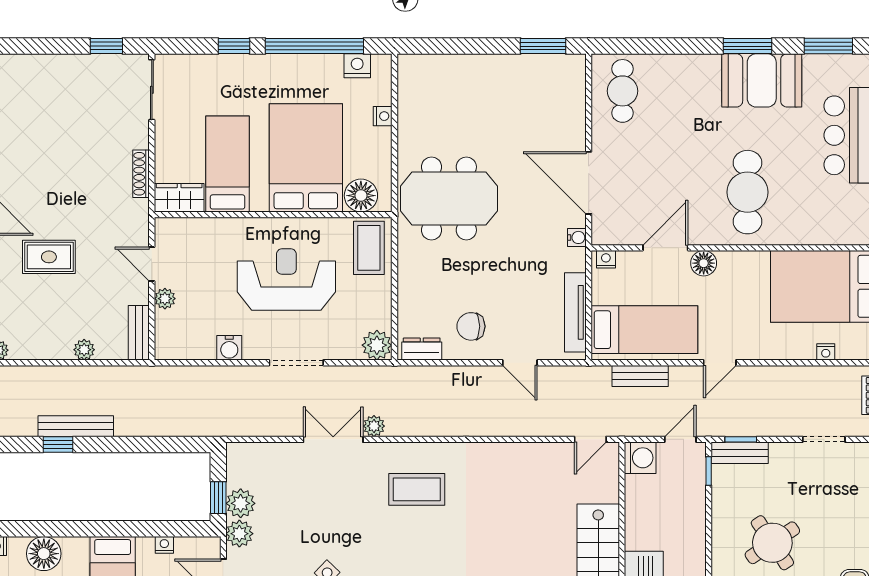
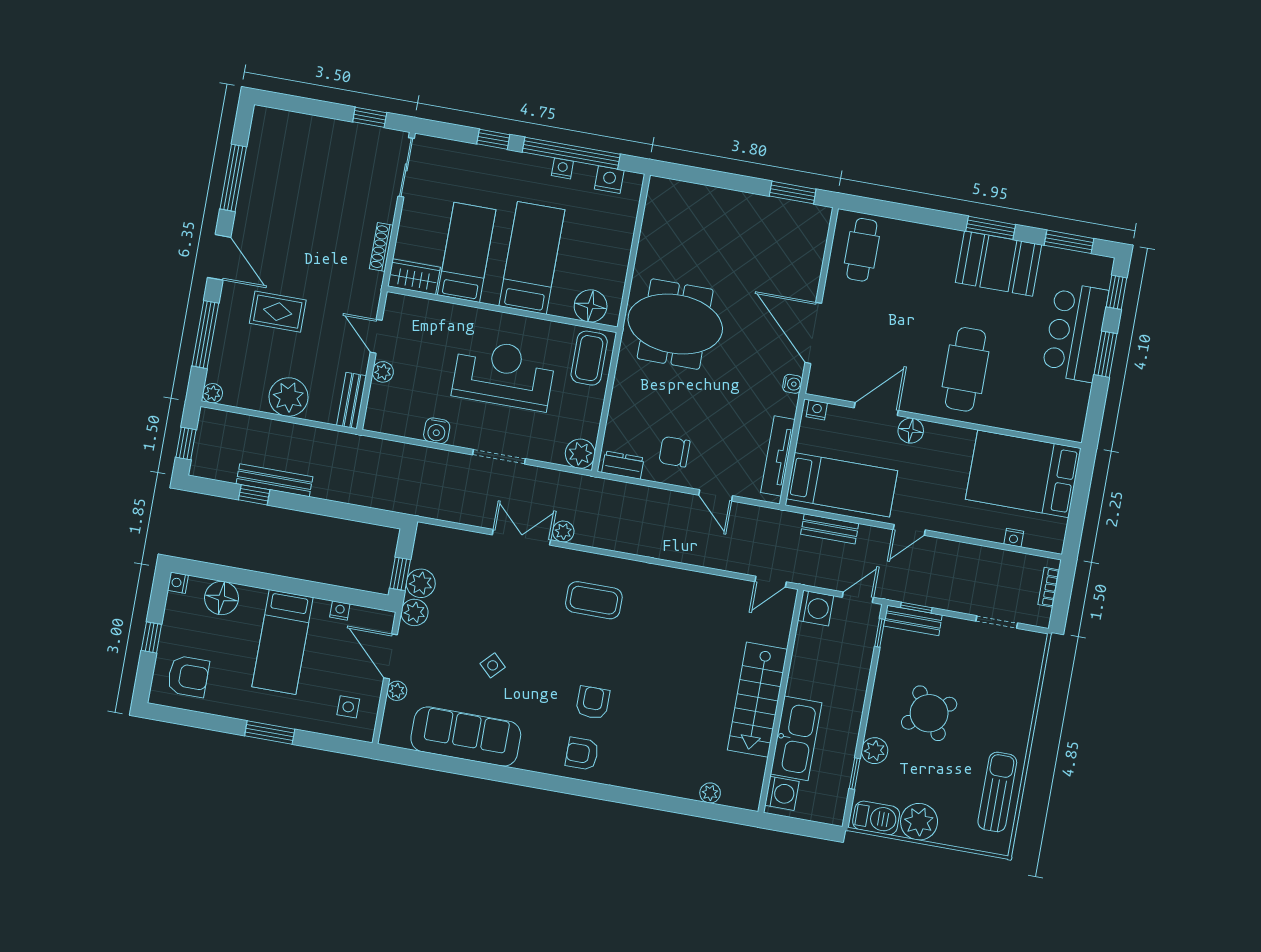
nightstand: (383, 116) -> (562, 168), moved, turned -90
bed: (306, 158) -> (532, 258), width x0.67
plant: (84, 350) -> (288, 397), width x1.87, depth x1.87

